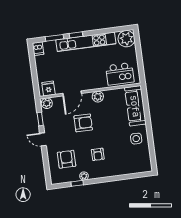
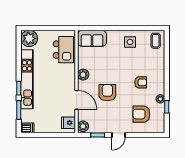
sofa: (135, 106) -> (92, 38), width x0.73
coffee table: (141, 164) -> (156, 41), added

